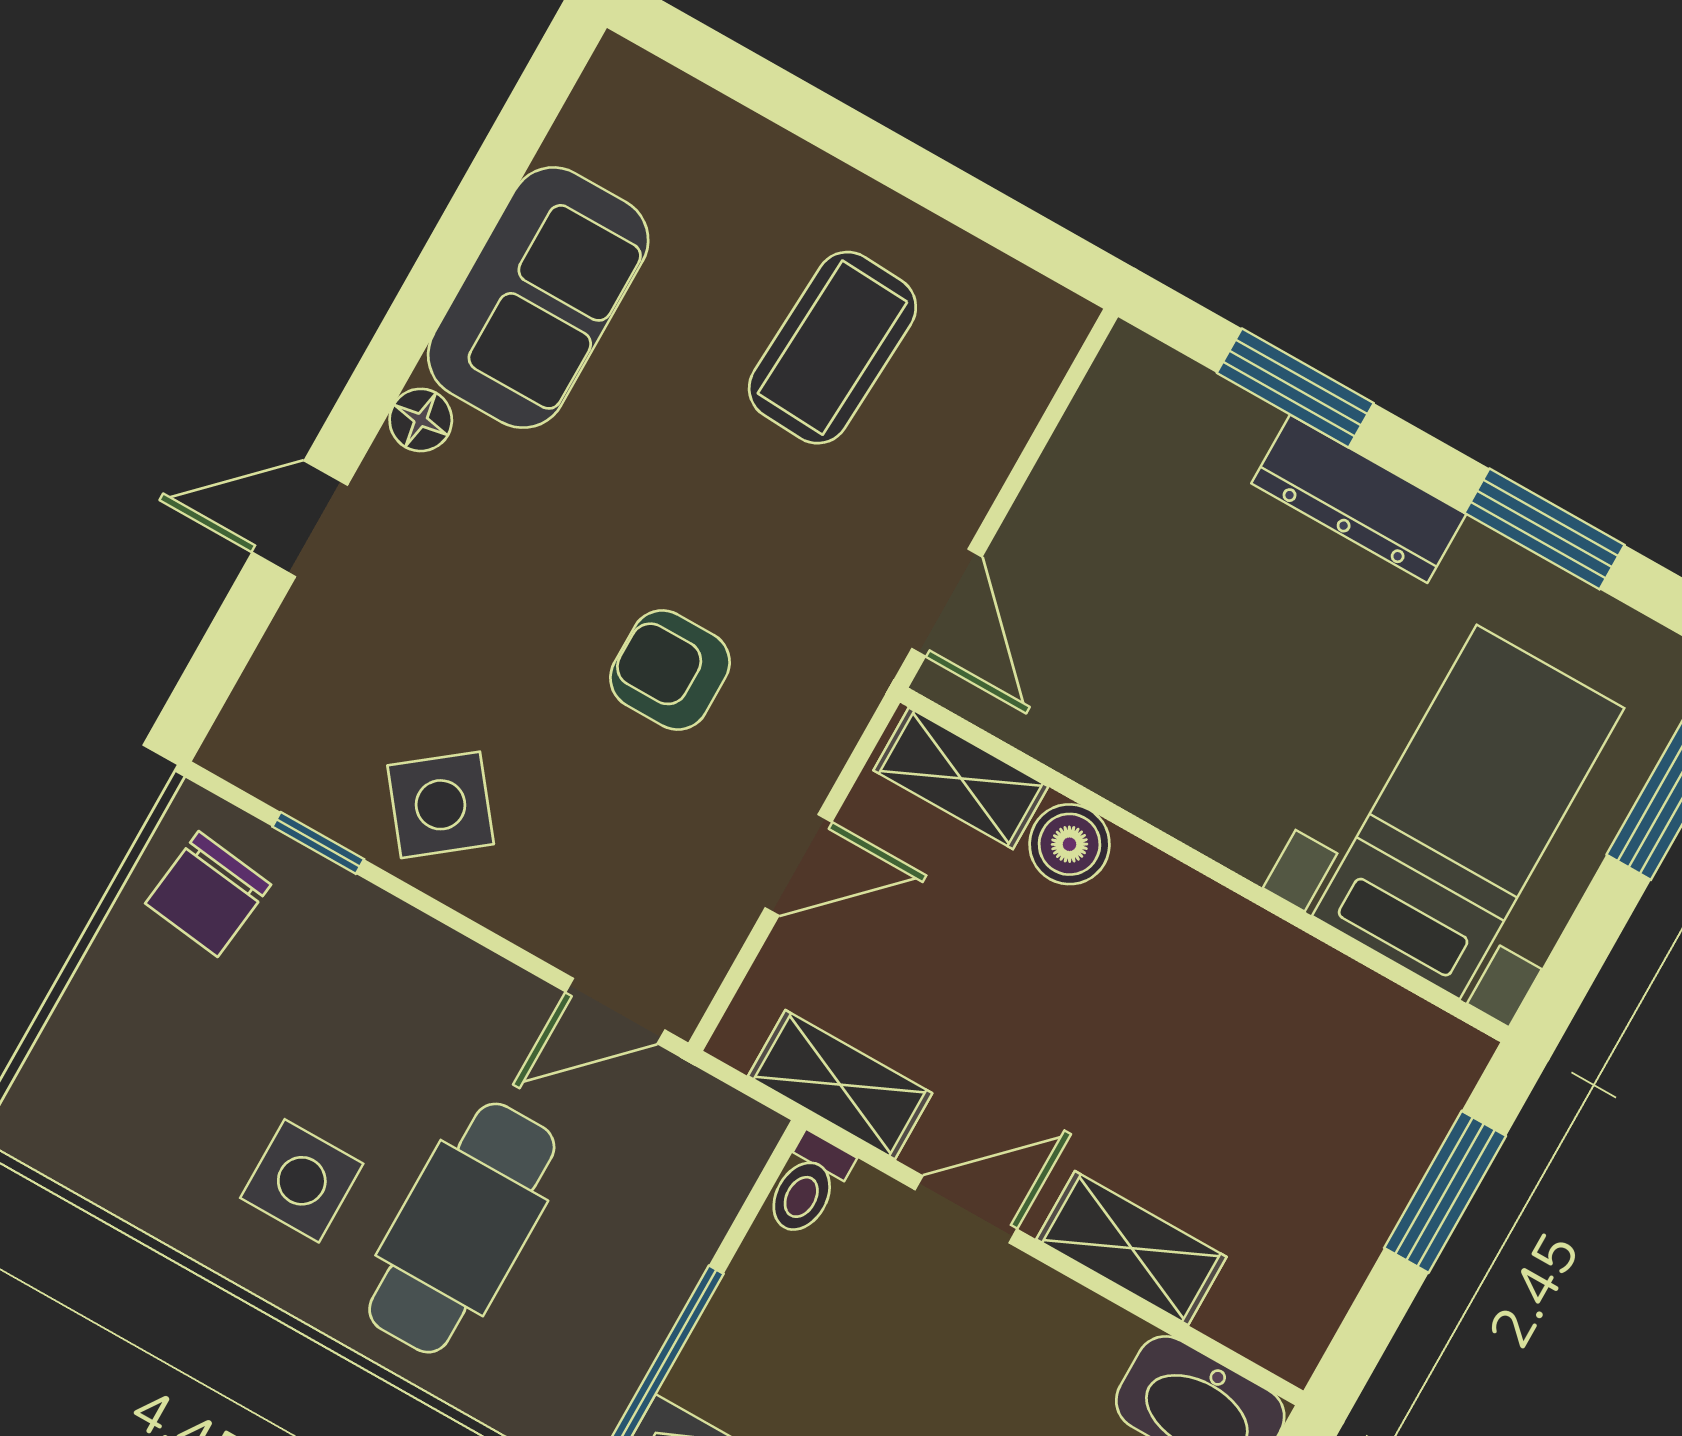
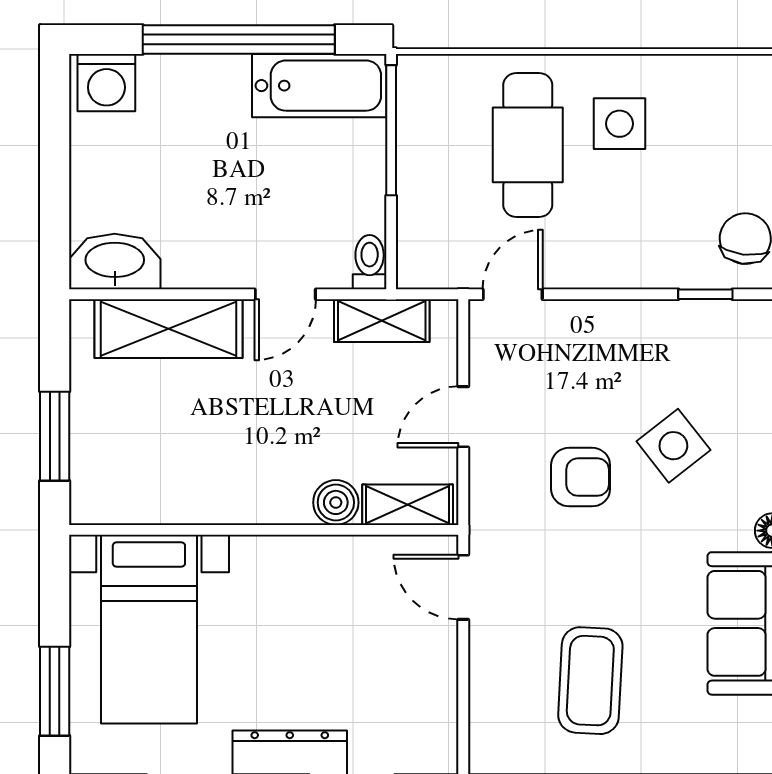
side table: (441, 805) -> (673, 446), moved
shelving: (1131, 1248) -> (169, 329), width x1.50, depth x1.33

